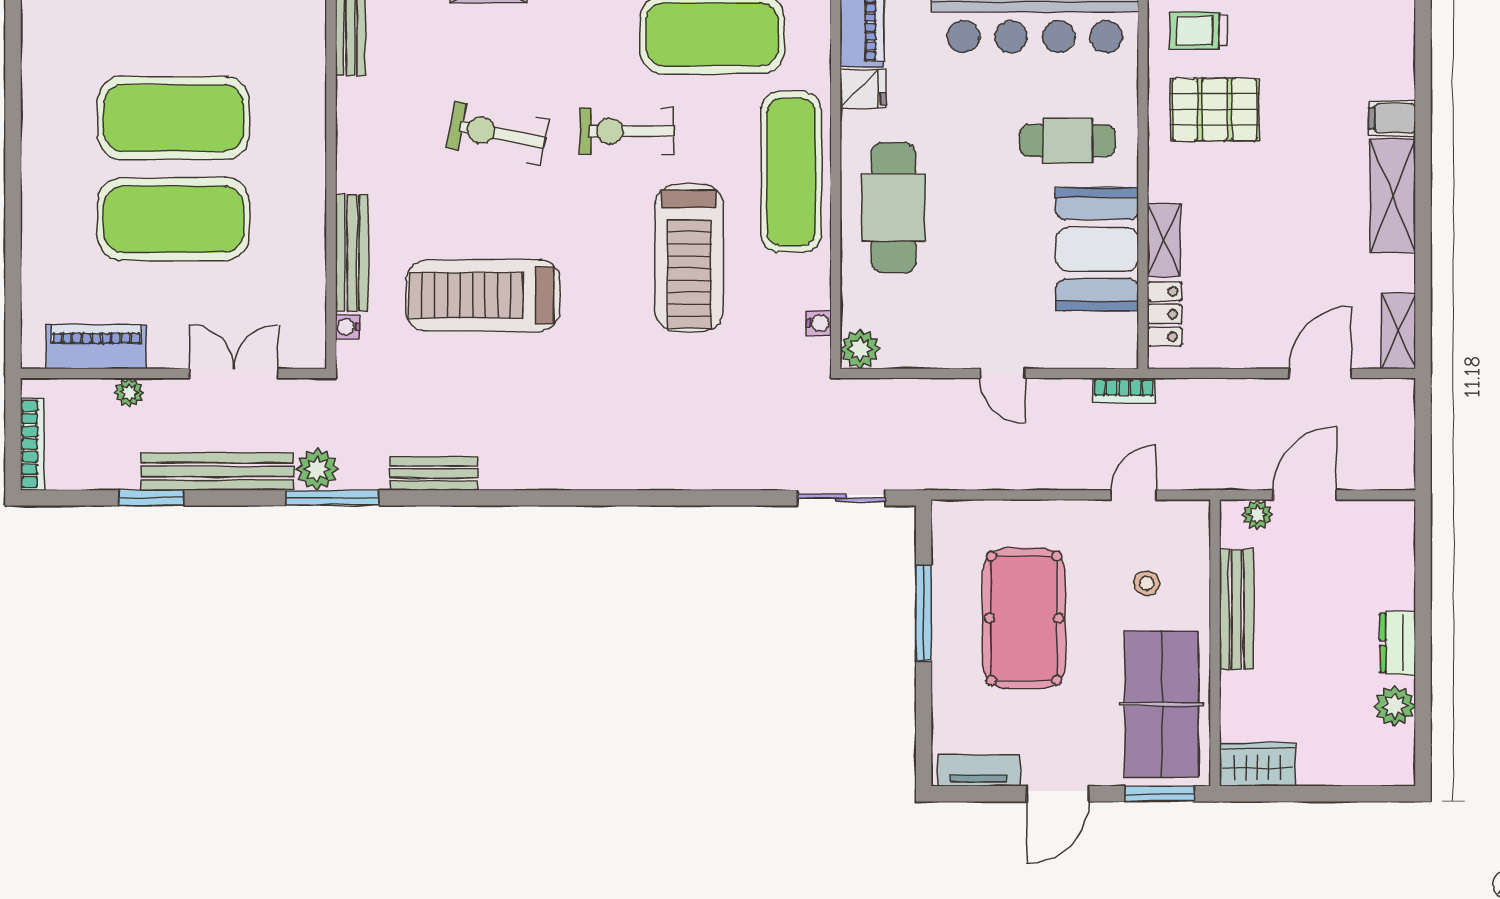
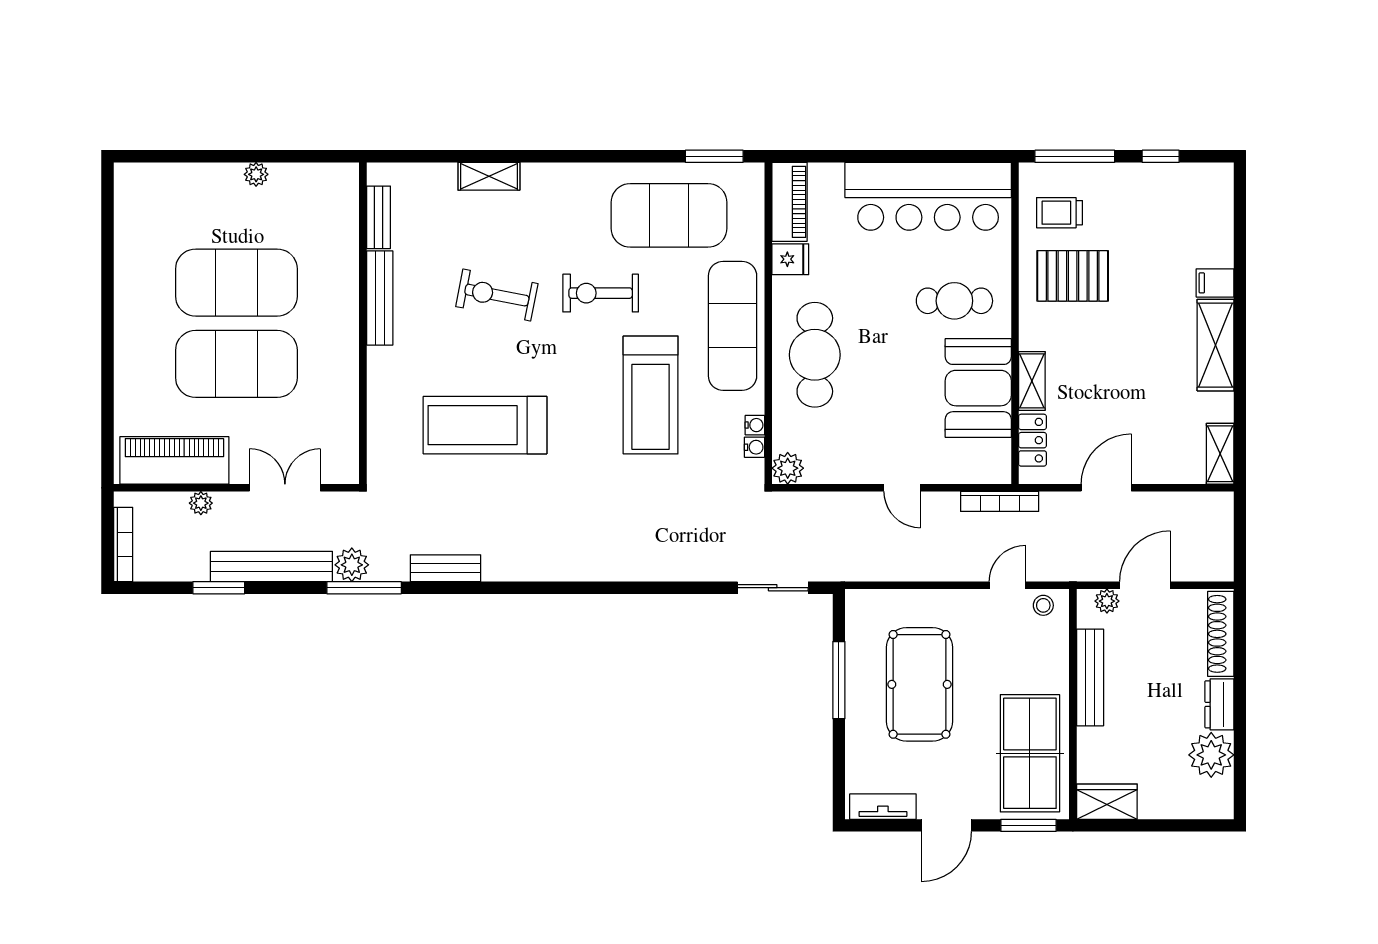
bench: (352, 253) -> (380, 298), moved
water cooler: (348, 327) -> (755, 425), moved, turned 180
piano: (96, 347) -> (174, 460), width x1.37, depth x1.33
door: (1320, 373) -> (1106, 488), moved
bookcase: (1124, 390) -> (1000, 501), width x1.56
shoe rack: (1399, 555) -> (1221, 634), added
stool: (1147, 583) -> (1043, 605), moved
plant: (1395, 706) -> (1211, 755), width x1.36, depth x1.36

